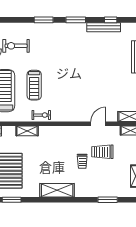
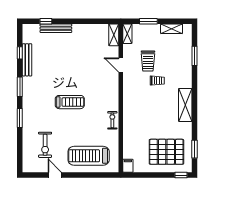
treadmill: (34, 85) -> (70, 102), moved
shelving: (27, 131) -> (128, 134), removed

